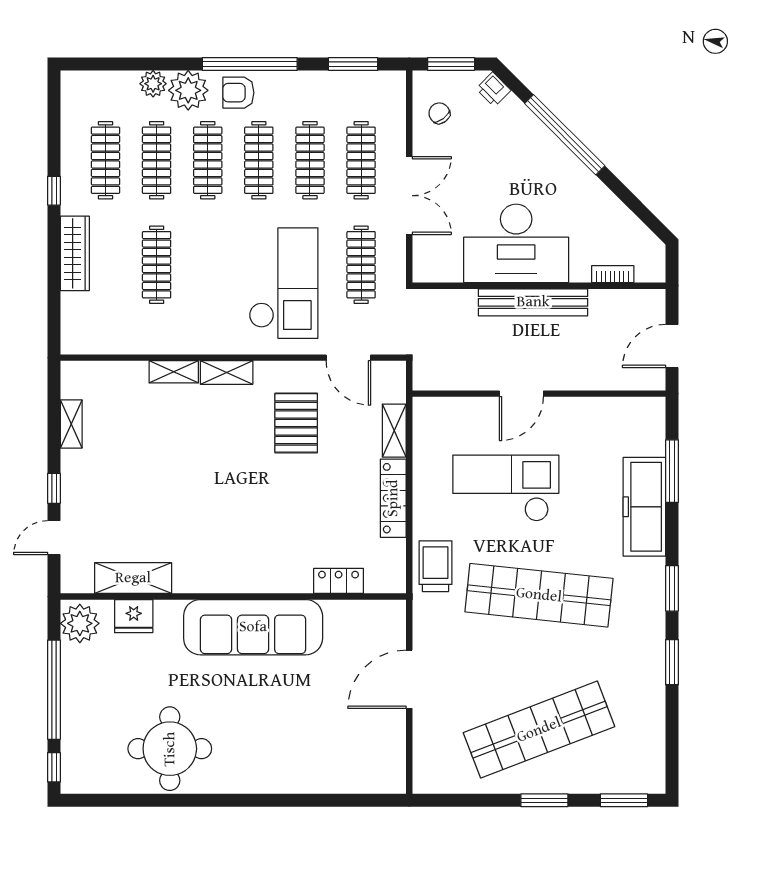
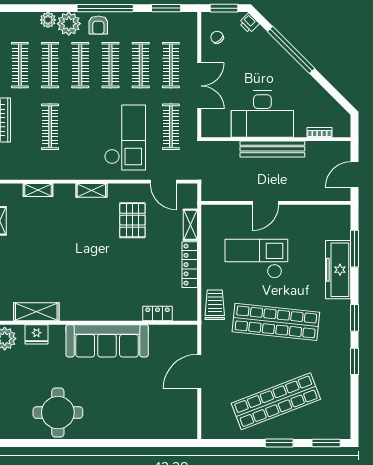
armchair: (238, 93) -> (98, 25), turned -90
shelving: (174, 372) -> (38, 190), moved

